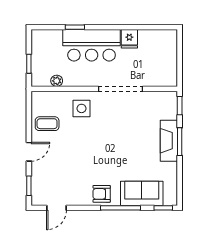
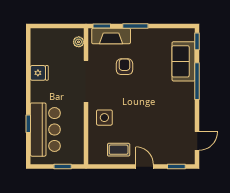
bar counter: (92, 45) -> (45, 130), moved
plant: (57, 81) -> (79, 42), moved
coffee table: (47, 124) -> (119, 150), turned 90
fireplace: (169, 141) -> (111, 36), moved
armchair: (102, 194) -> (124, 67), moved, turned 180
door: (56, 208) -> (197, 141), hinge flipped

